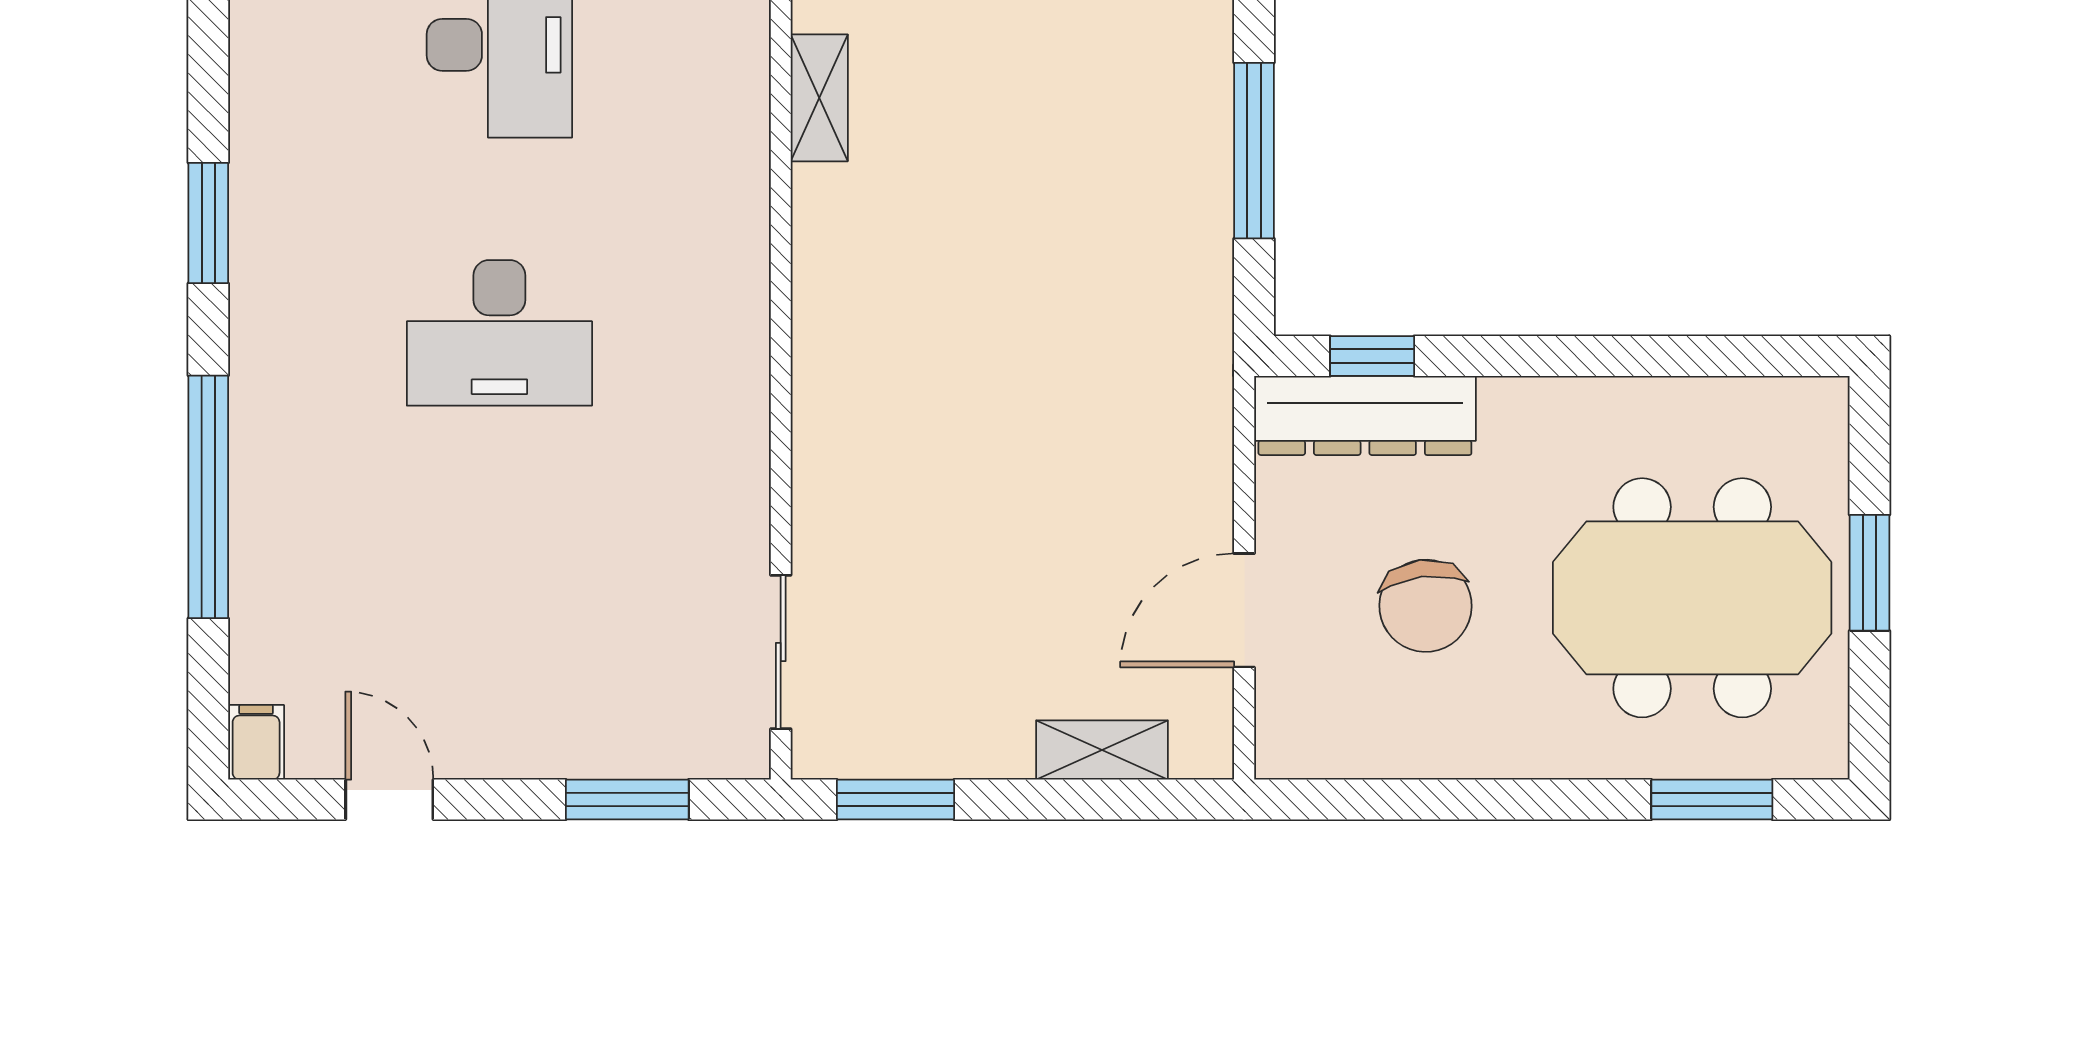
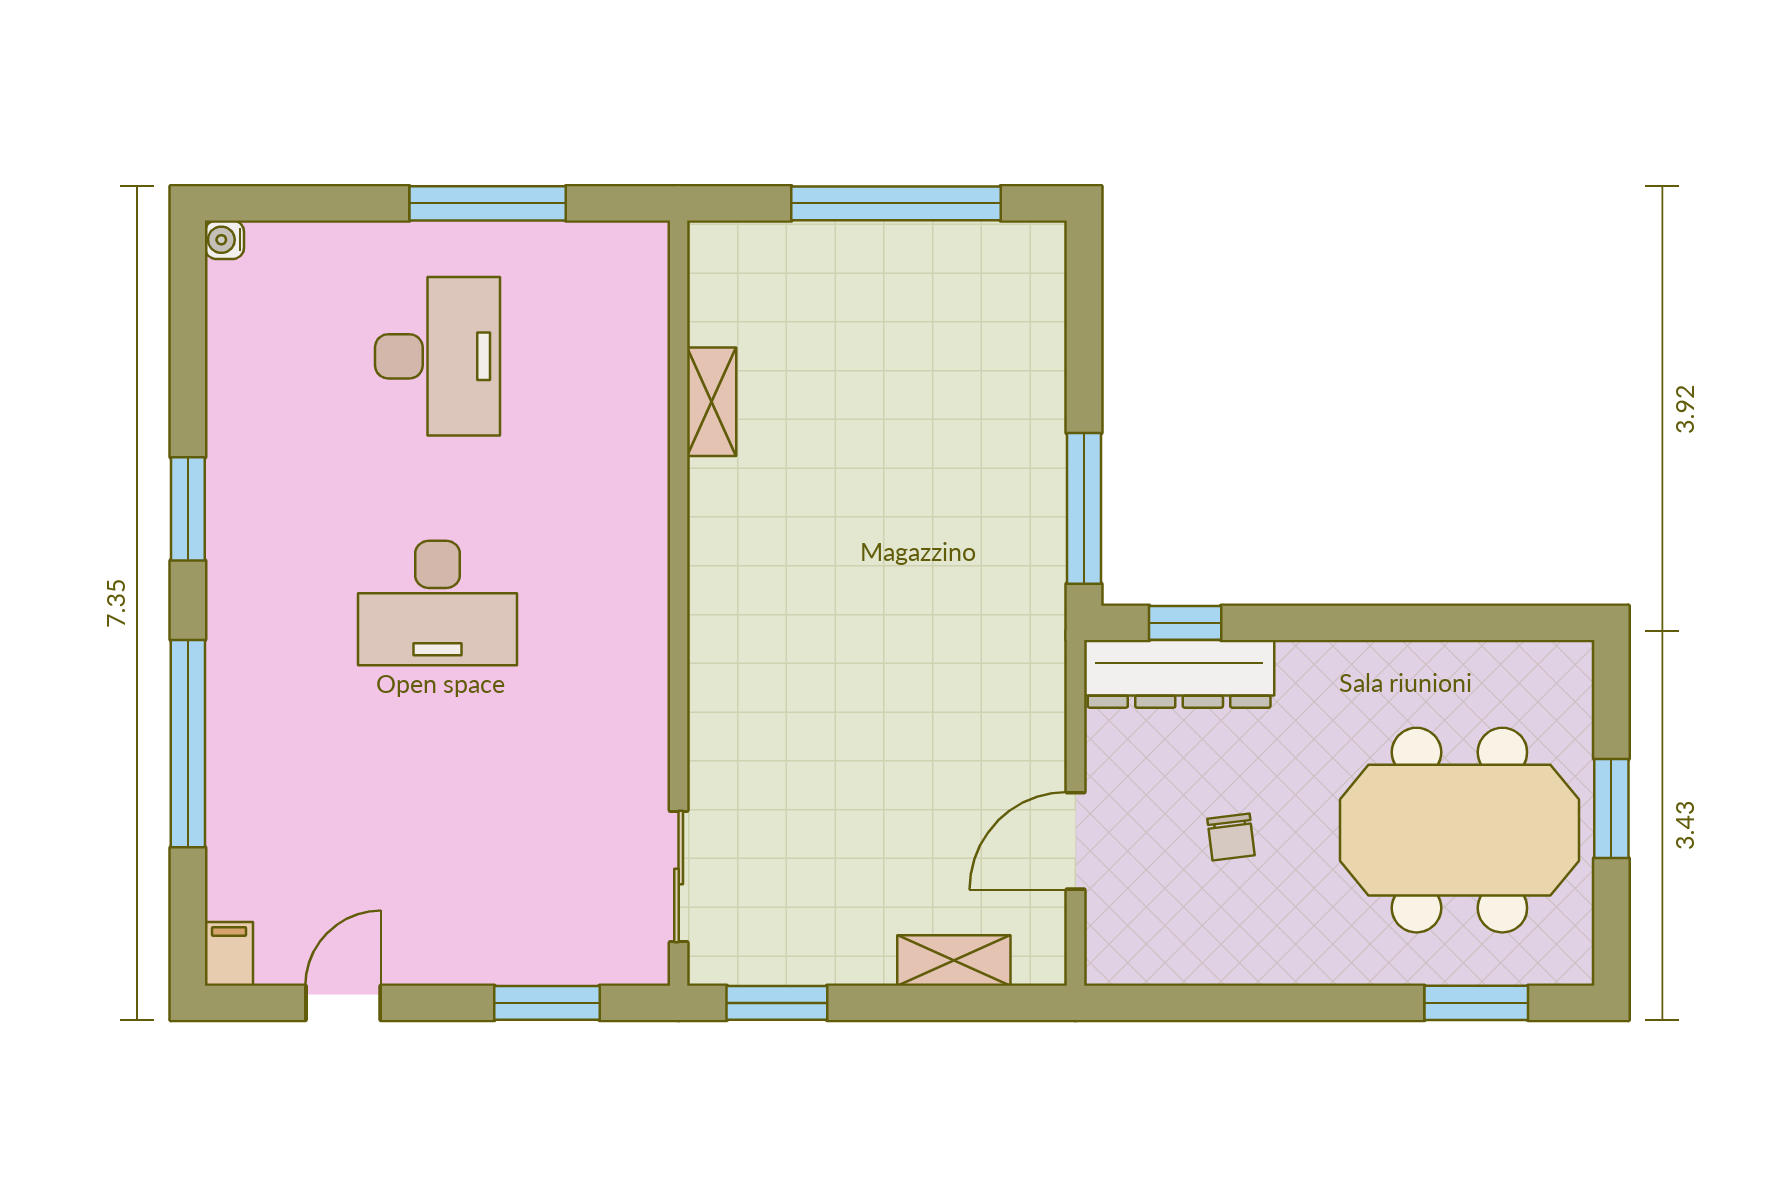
window: (1254, 151) -> (1084, 508), moved
chair: (1426, 606) -> (1231, 837), width x0.54, depth x0.54
door: (389, 800) -> (343, 1003), hinge flipped

